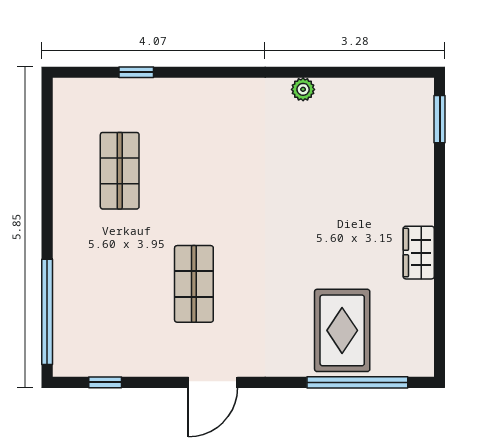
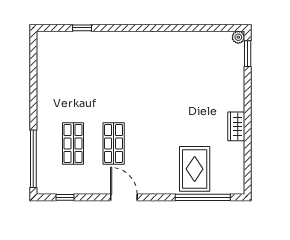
plant: (303, 89) -> (238, 37), moved
shop shelf: (120, 171) -> (73, 143), moved
door: (213, 382) -> (124, 197), swing flipped

